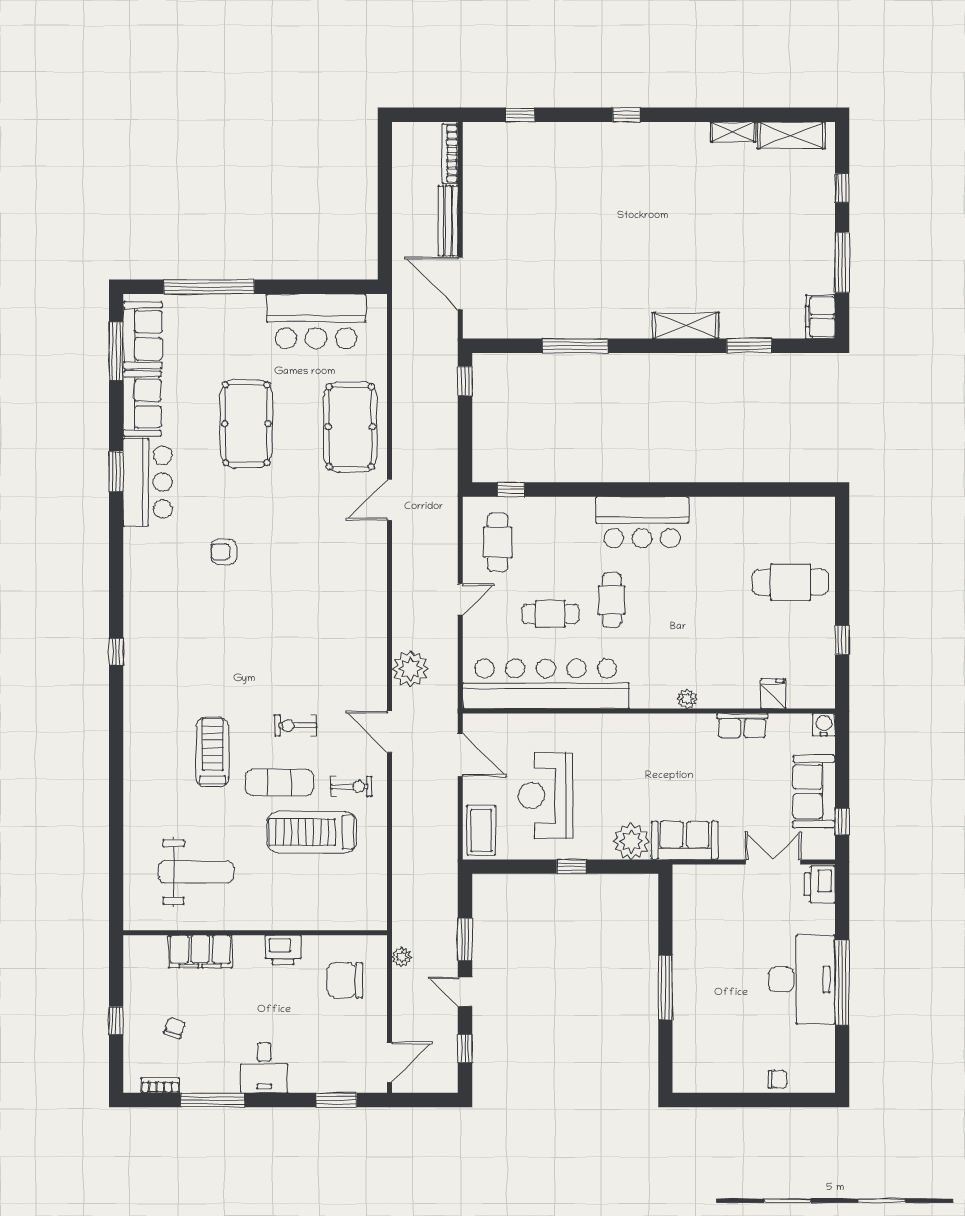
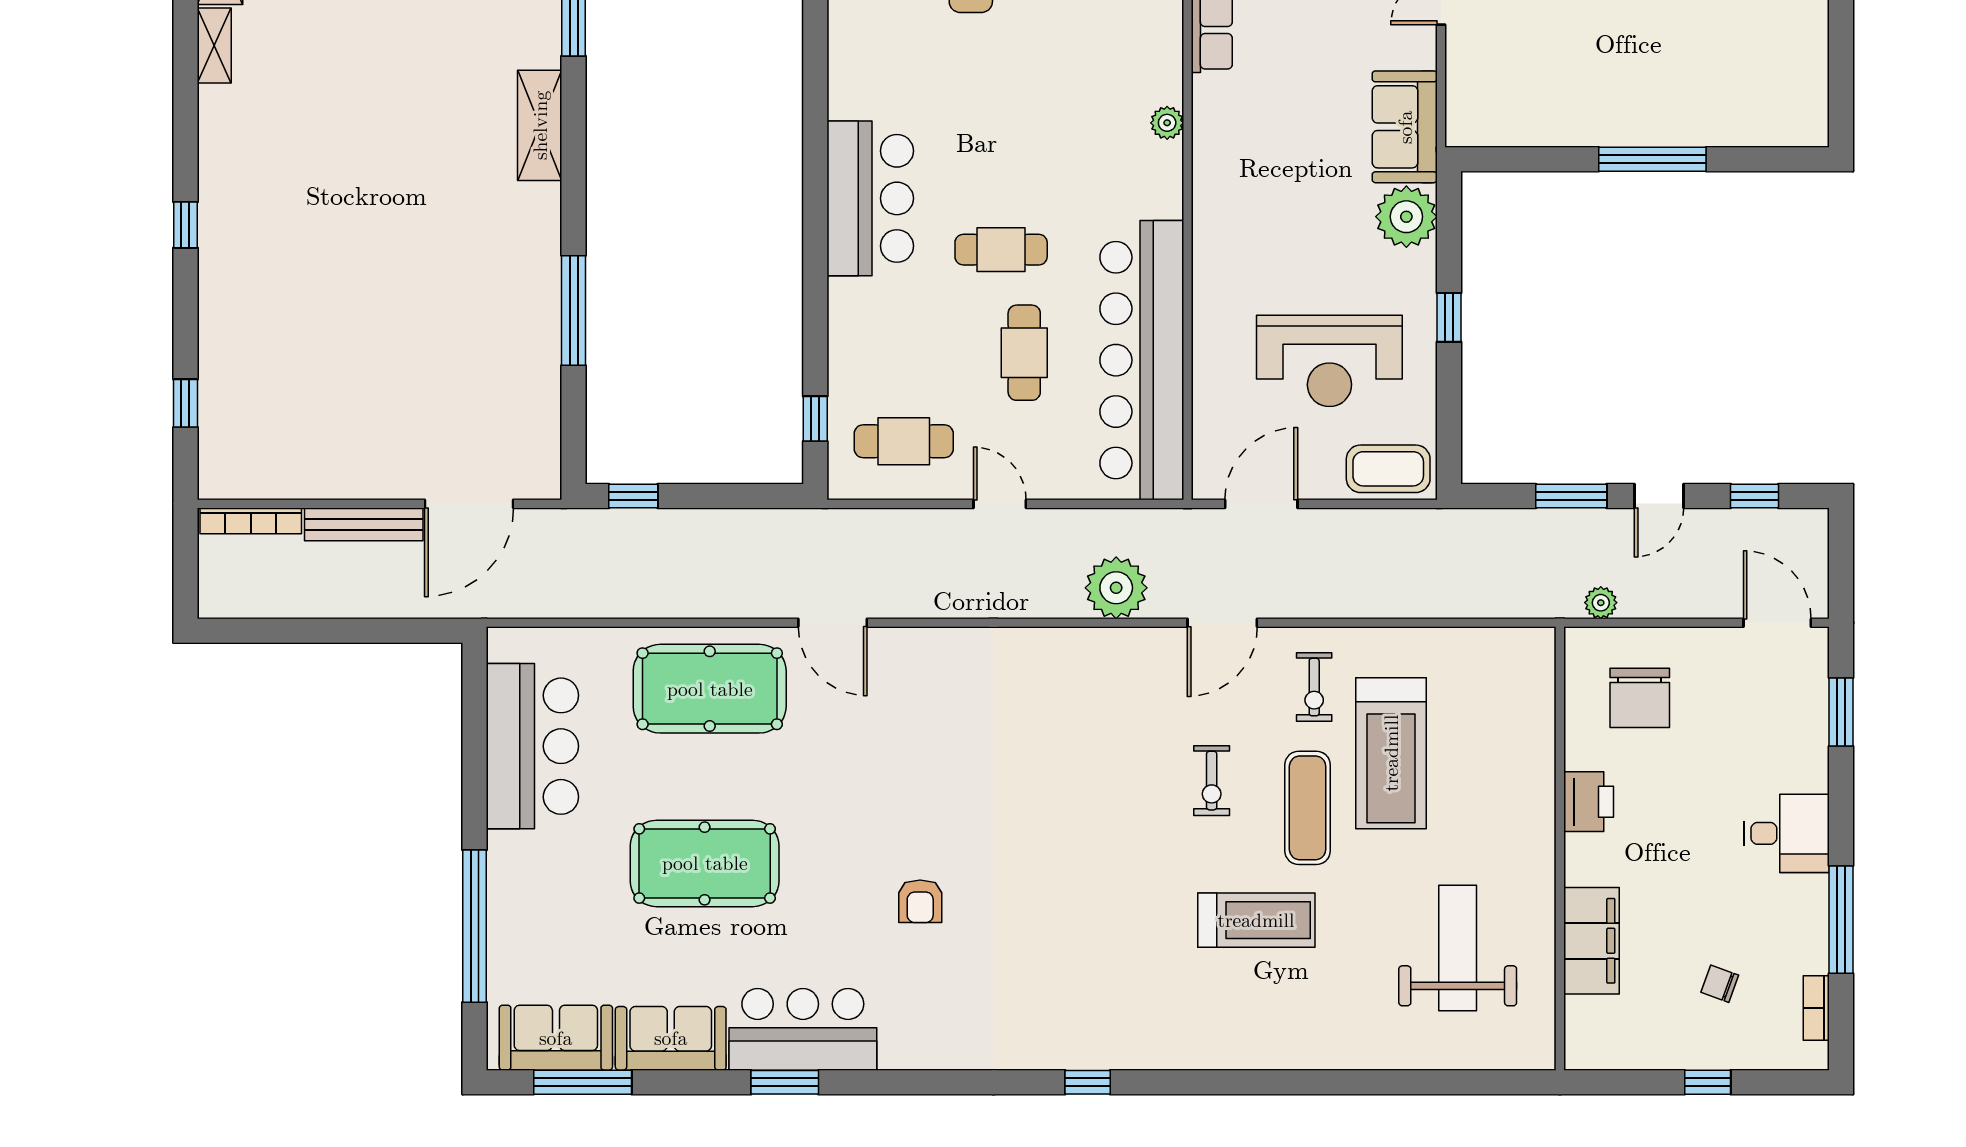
treadmill: (213, 752) -> (1256, 920), turned 180
exercise bike: (351, 786) -> (1314, 687), turned 180

